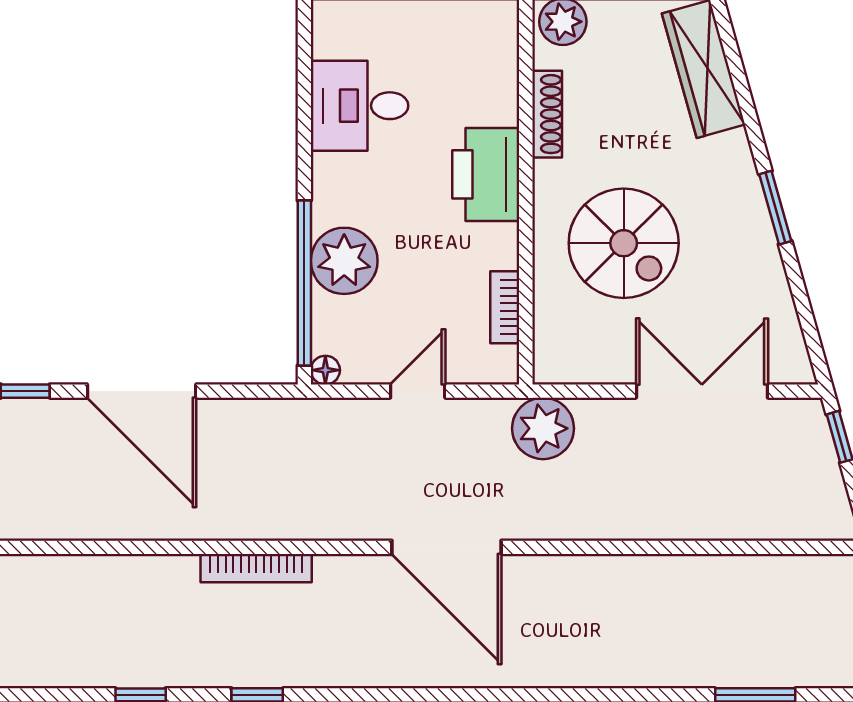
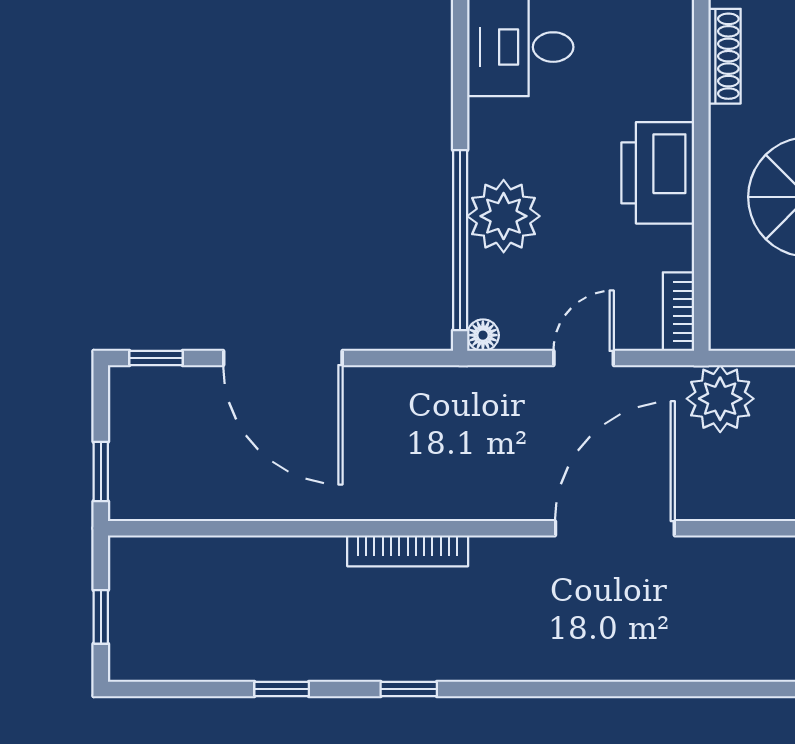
printer: (486, 174) -> (658, 173), moved
bookcase: (505, 307) -> (678, 312), moved
door: (446, 547) -> (615, 528), swing flipped

